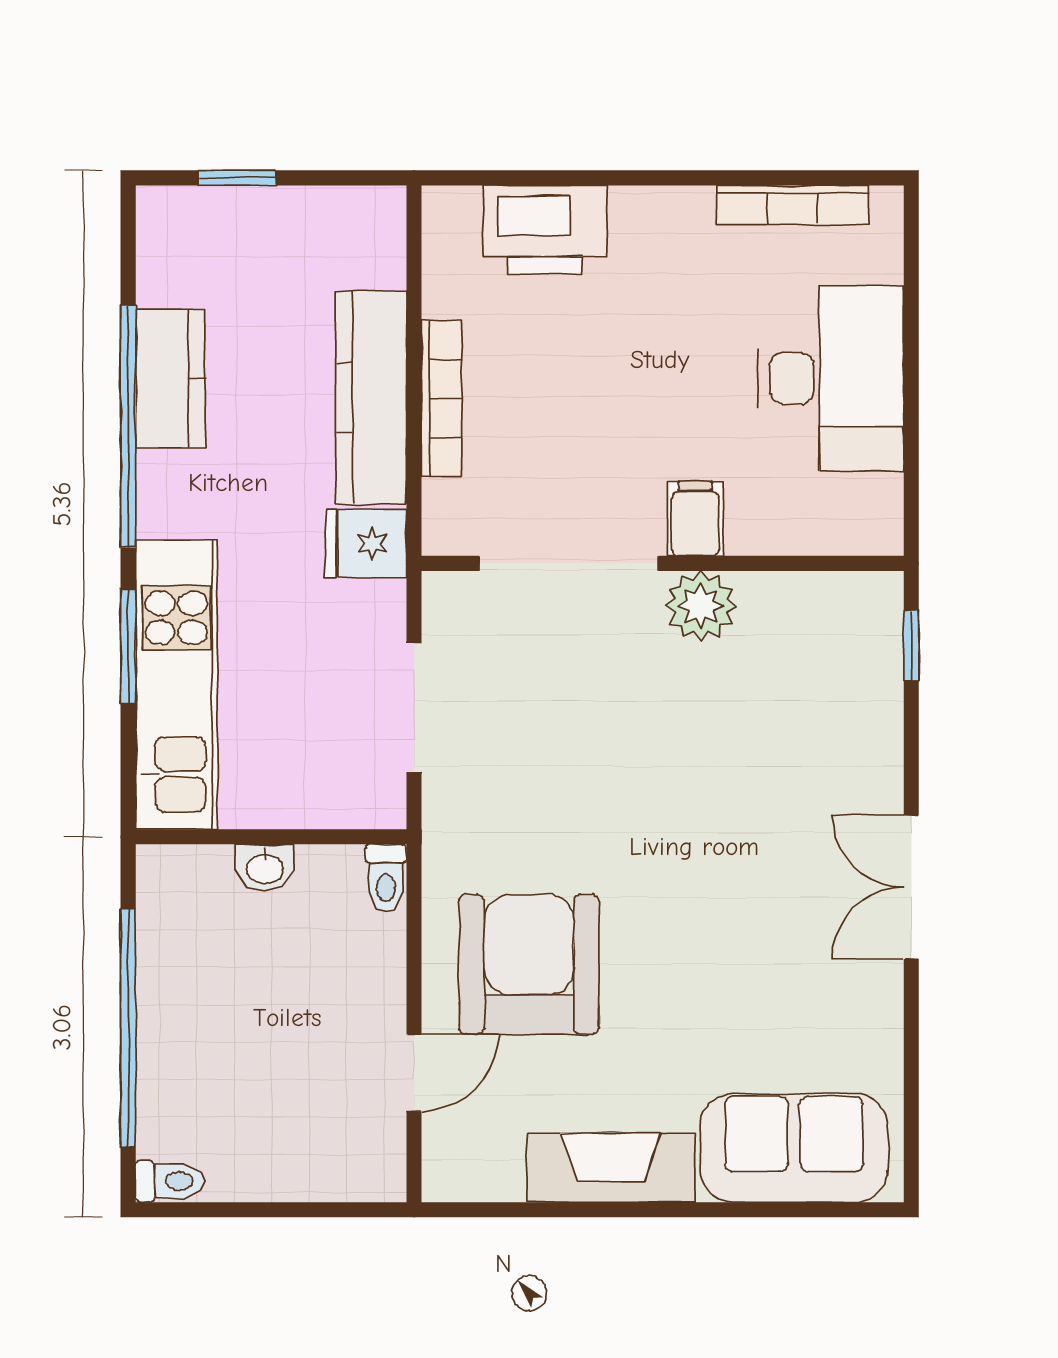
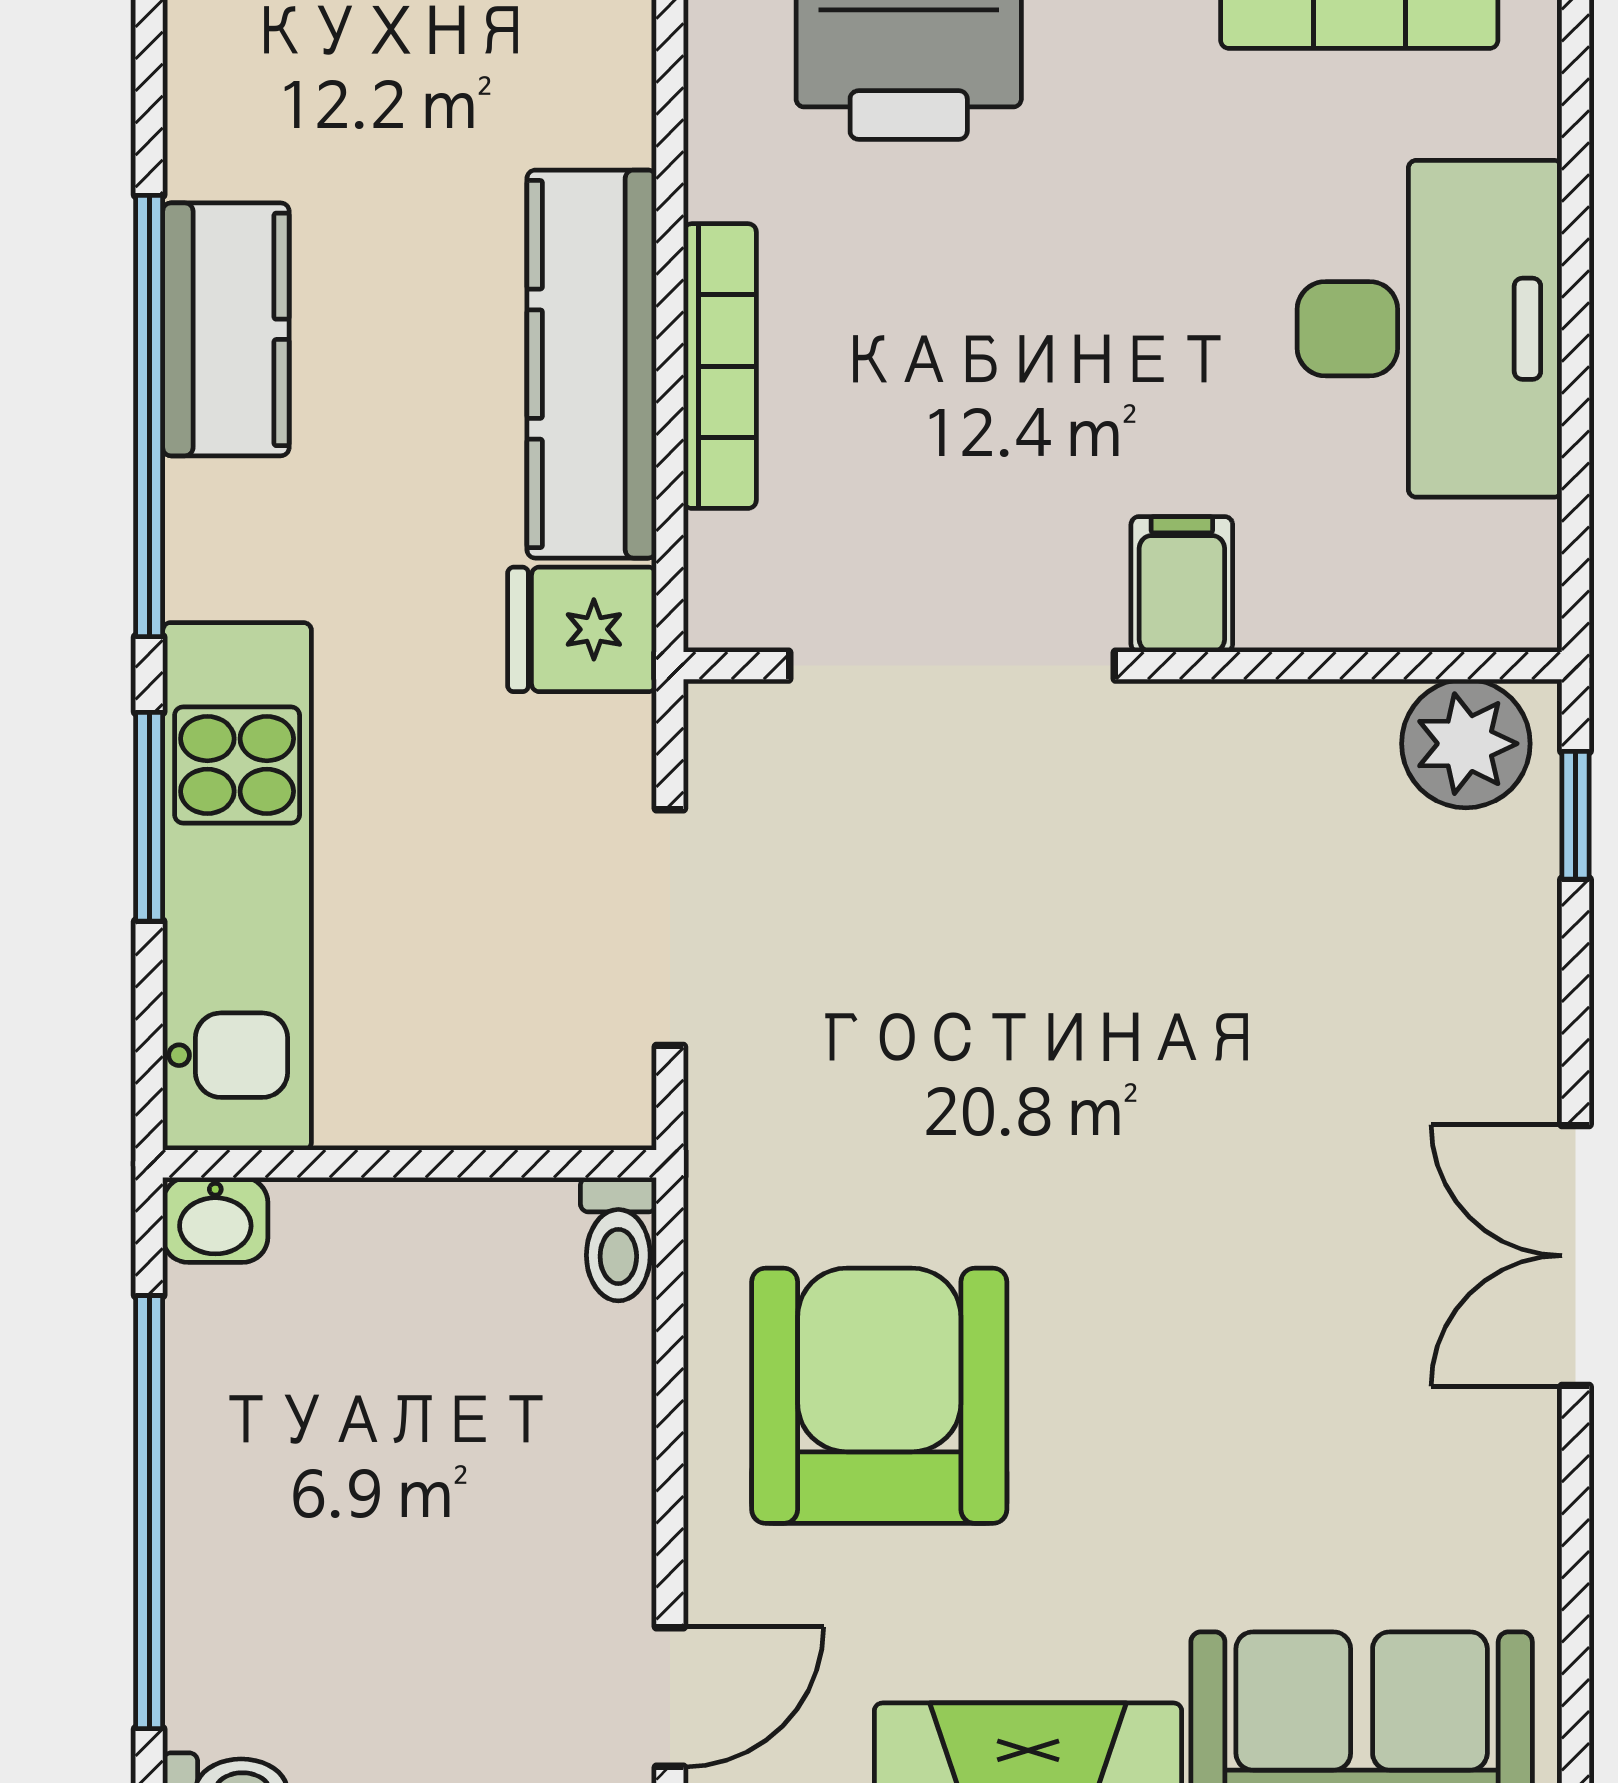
plant: (701, 606) -> (1466, 744), moved
washbasin: (265, 868) -> (215, 1220), moved
door: (414, 1073) -> (670, 1697), moved

